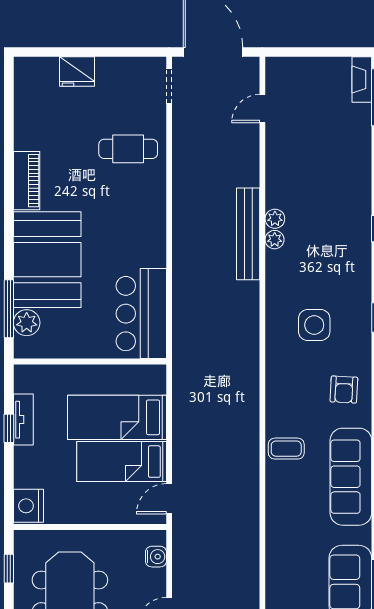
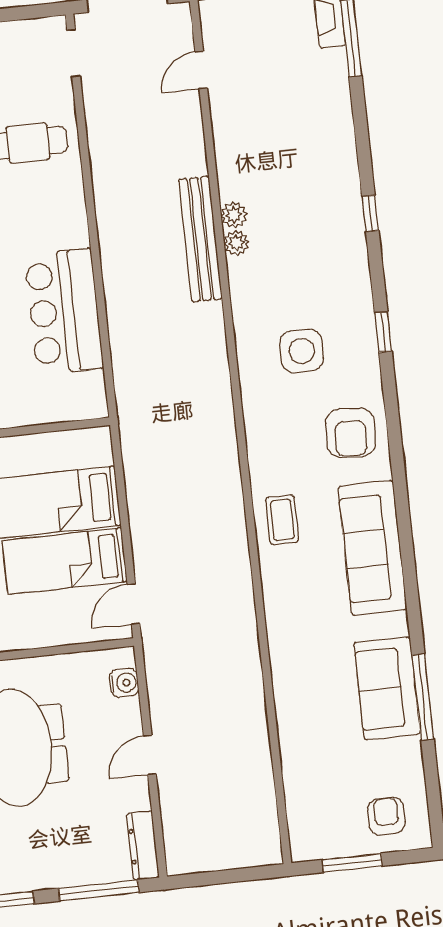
bar counter: (141, 314) -> (64, 312), moved
armchair: (344, 390) -> (351, 433), width x1.38, depth x1.38
coffee table: (286, 449) -> (282, 520), turned 90

